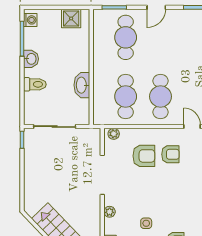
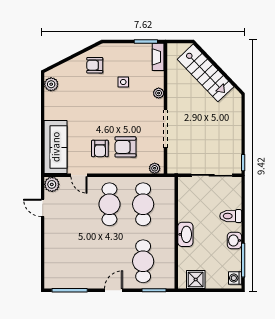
washbasin: (82, 85) -> (185, 234), moved
armchair: (170, 154) -> (100, 148), turned -90

